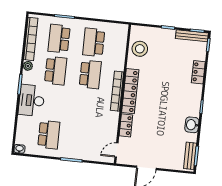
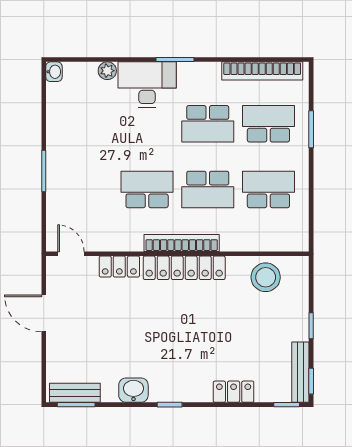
plant: (28, 66) -> (107, 71), moved
school desk: (49, 135) -> (147, 189), moved, turned 180

